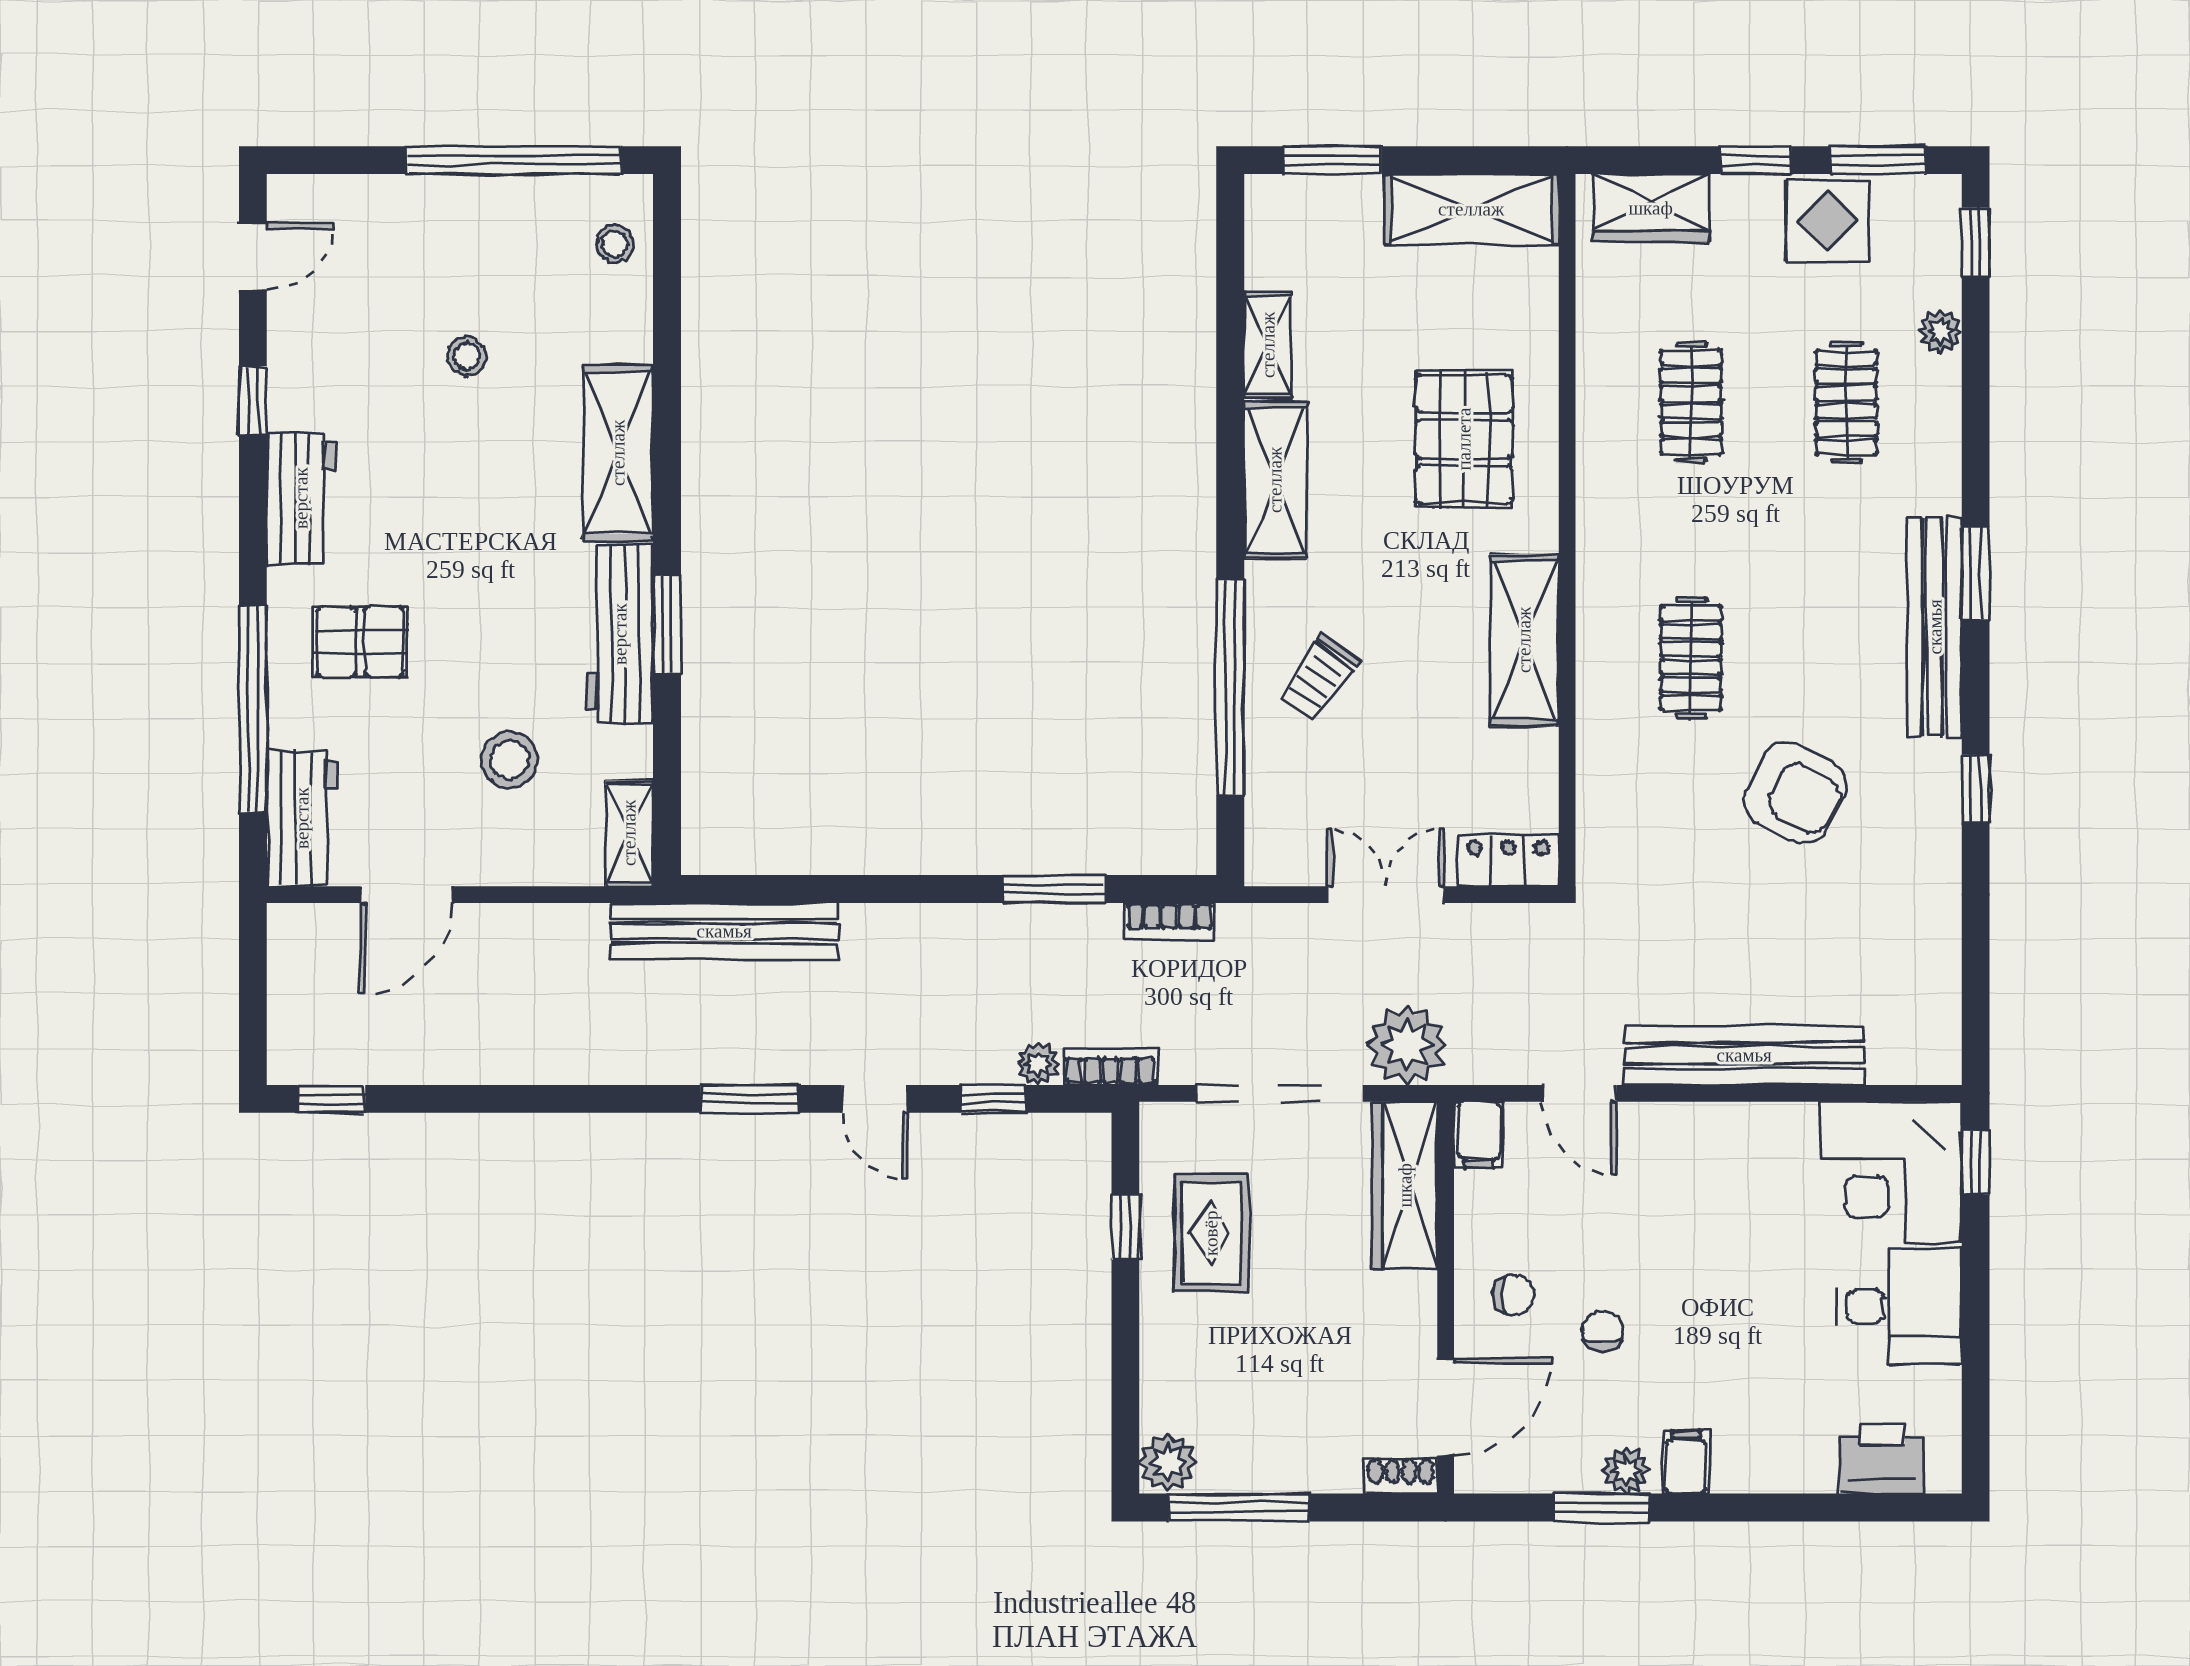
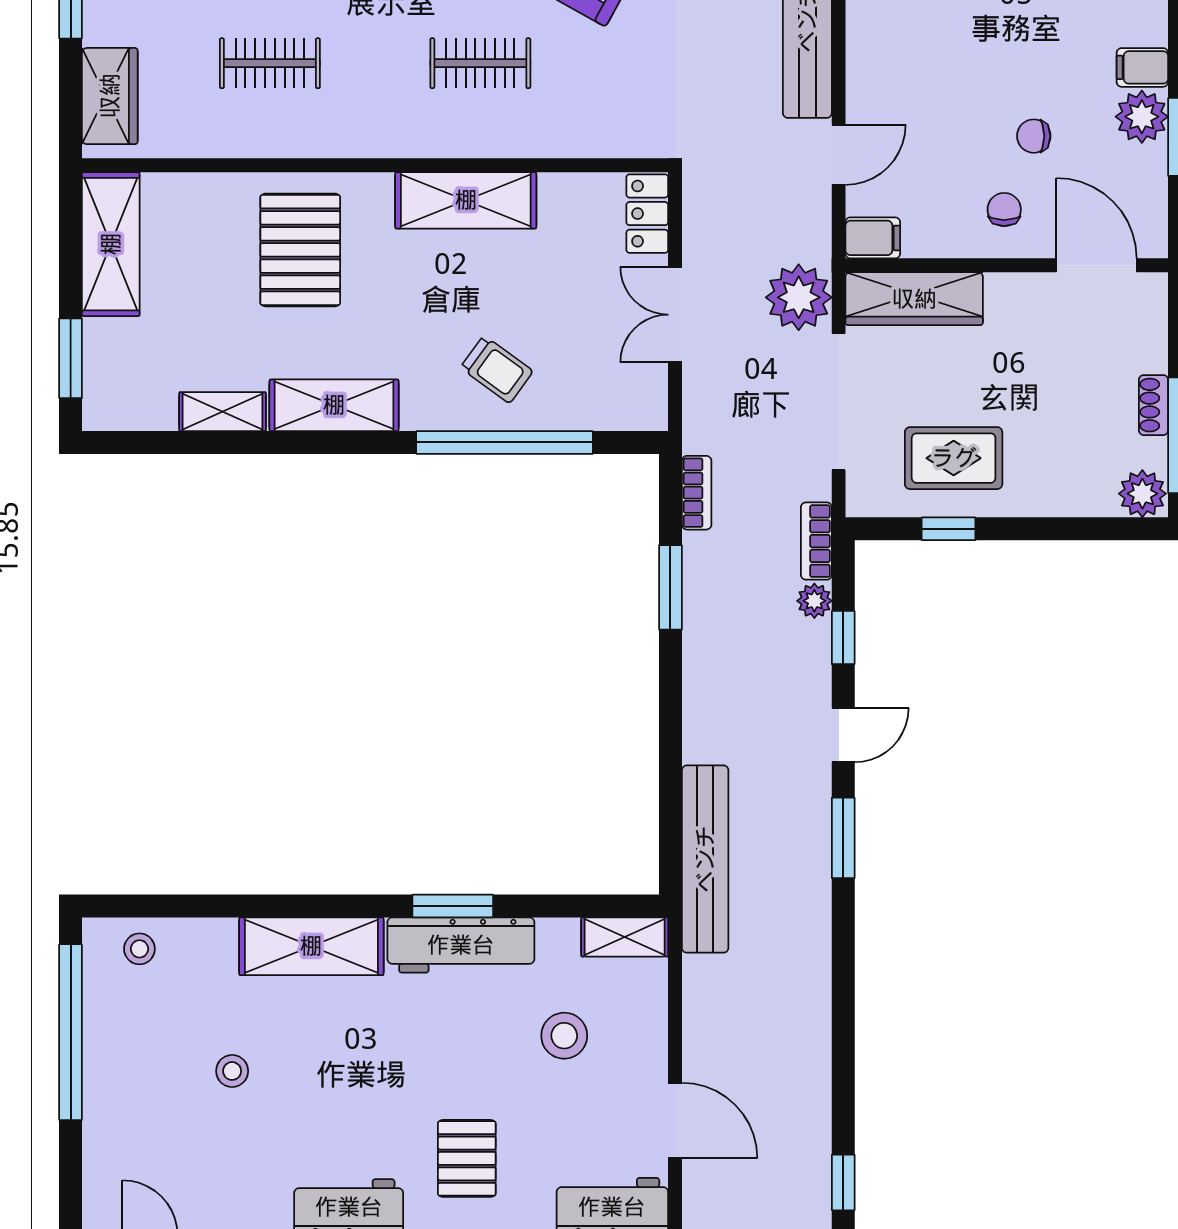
pallet: (1464, 439) -> (300, 250), turned 90
plant: (1626, 1470) -> (1142, 117), width x1.38, depth x1.38
shoe rack: (1401, 1476) -> (1153, 405), moved

